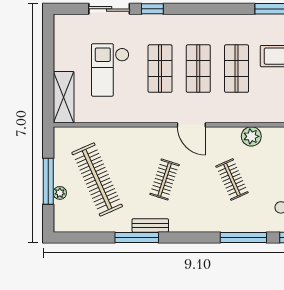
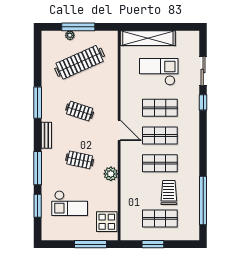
shelving: (64, 97) -> (148, 38), width x1.47
door: (191, 125) -> (119, 130), swing flipped
clothes rail: (232, 179) -> (80, 160), turned 36
bench: (150, 225) -> (46, 135), moved
window: (137, 237) -> (38, 103), moved

